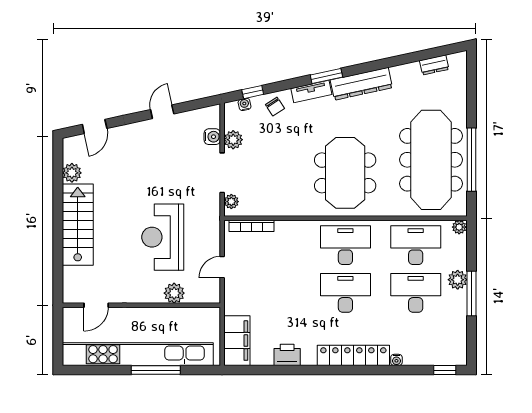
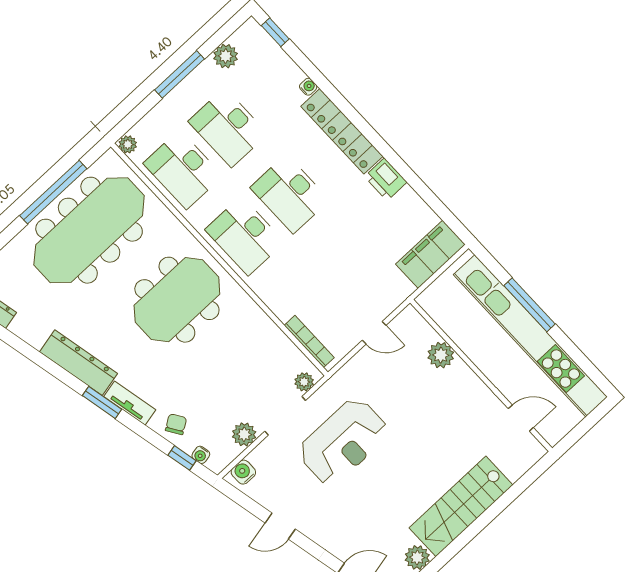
water cooler: (212, 137) -> (243, 472), moved
reception desk: (163, 237) -> (343, 442), moved
plant: (458, 280) -> (226, 56), moved
printer: (287, 355) -> (386, 179), moved

